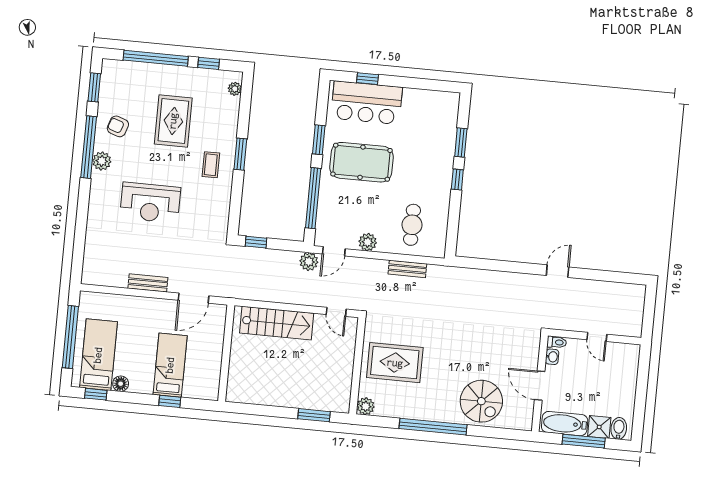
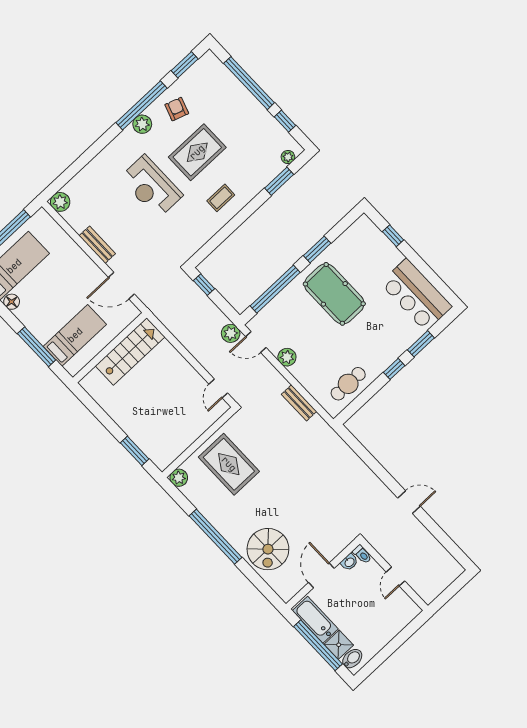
bar counter: (367, 103) -> (416, 295), moved
rug: (173, 121) -> (197, 152), moved
window: (240, 154) -> (279, 181), moved
cafe table: (412, 225) -> (348, 384), moved
plant: (91, 275) -> (60, 202), added
stairs: (277, 323) -> (130, 351), moved, turned -90
bed: (170, 365) -> (75, 335), moved
window: (170, 401) -> (37, 347), width x2.17
window: (584, 441) -> (318, 645), width x1.46

